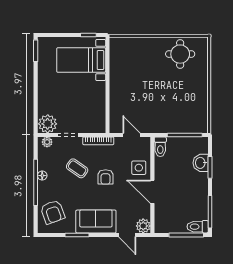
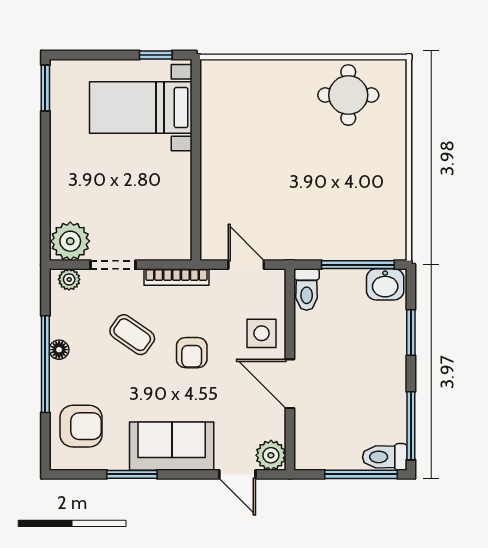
washbasin: (201, 163) -> (385, 284), moved, turned -90
armchair: (53, 212) -> (81, 426), turned -70

